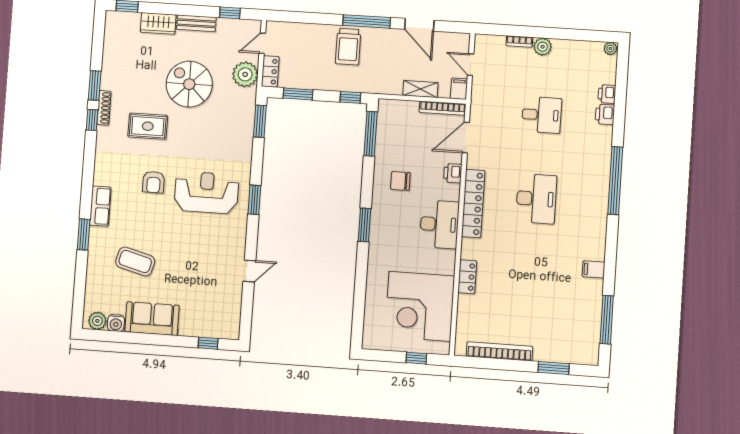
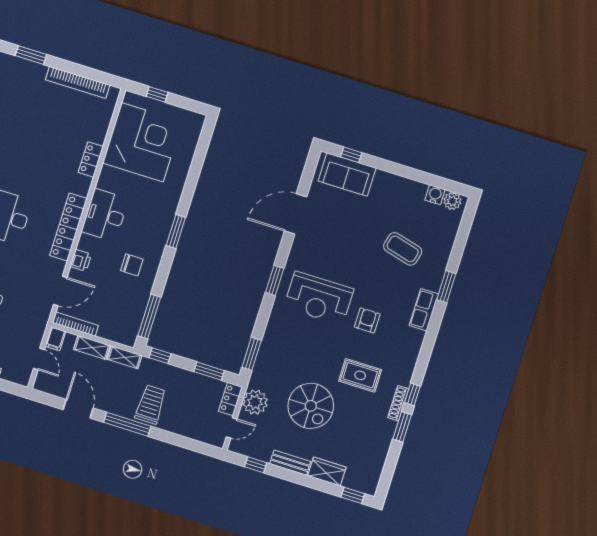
shelving: (385, 87) -> (125, 357), added
door: (249, 271) -> (296, 214), width x1.88
sofa: (152, 319) -> (347, 174), moved

